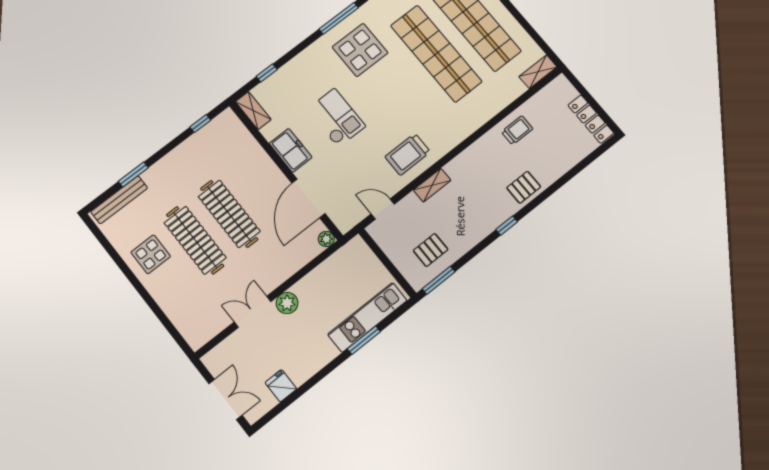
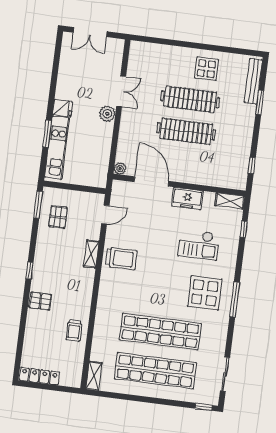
checkout: (336, 118) -> (199, 245), moved
trolley: (408, 154) -> (121, 258), turned 90
pallet: (524, 187) -> (40, 301), turned 90
fridge: (281, 386) -> (63, 108), moved

